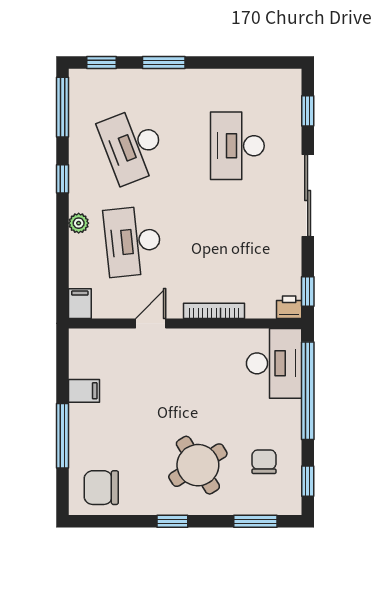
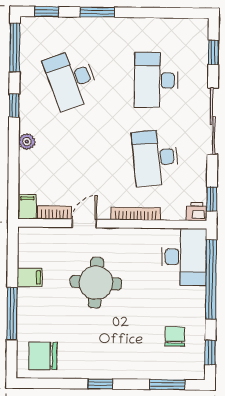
desk: (133, 241) -> (155, 158), moved
bookcase: (114, 310) -> (55, 212), added
round table: (198, 465) -> (96, 283), moved, turned 35

